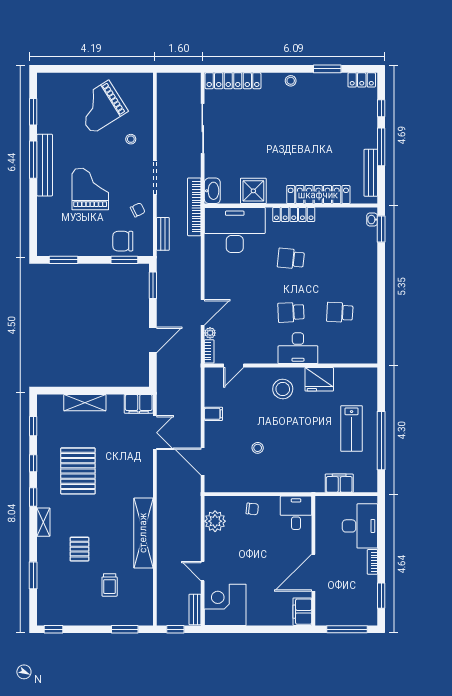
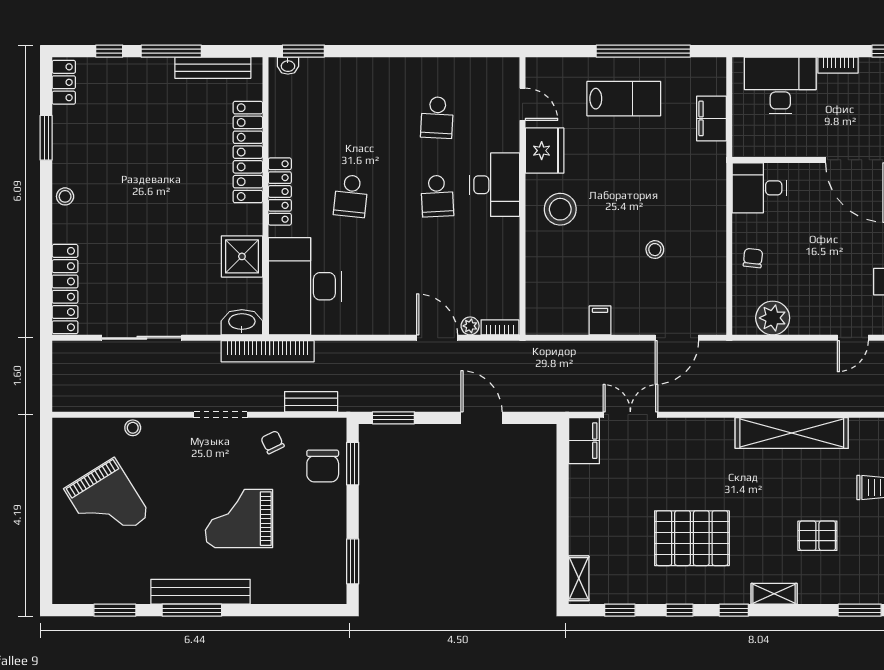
stool: (131, 139) -> (133, 428), moved
door: (234, 366) -> (523, 104), moved
shelving: (85, 403) -> (579, 578), moved, width x0.67, depth x0.75

